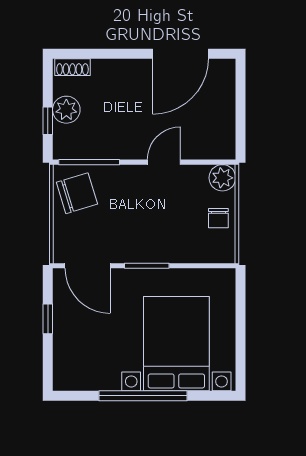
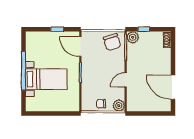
plant: (66, 110) -> (133, 37), moved
door: (164, 162) -> (126, 80), swing flipped
door: (88, 266) -> (80, 47), hinge flipped
bed with nightstands: (176, 344) -> (46, 79), width x0.73

